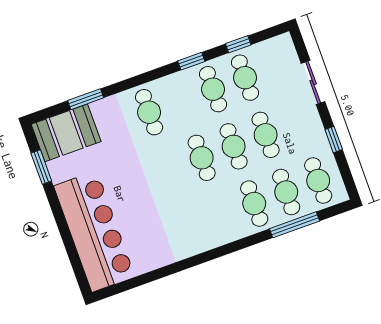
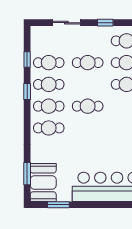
window: (86, 99) -> (27, 174), moved
cafe table: (234, 146) -> (49, 106), moved

